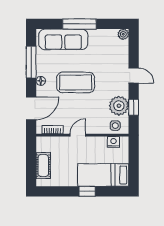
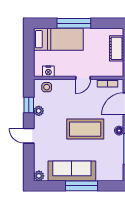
sofa: (63, 39) -> (72, 171), moved
plant: (119, 106) -> (39, 111), width x0.53, depth x0.53
window: (87, 191) -> (74, 23), width x2.17

